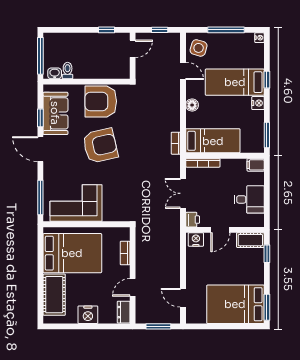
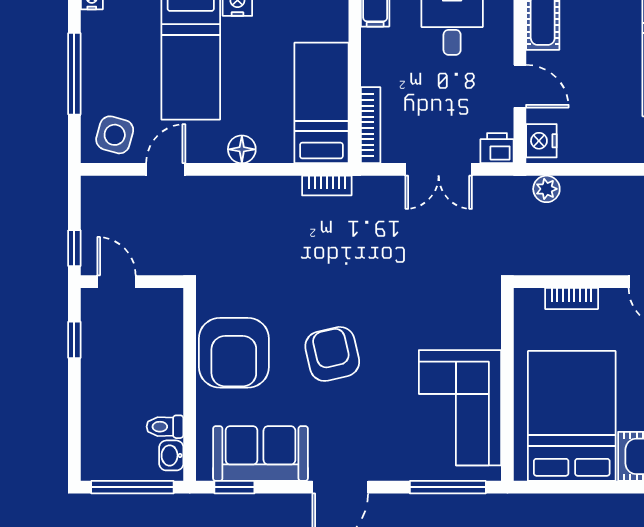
window: (160, 30) -> (74, 248), moved
window: (40, 118) -> (234, 487), moved
armchair: (100, 146) -> (332, 354), width x0.73, depth x0.73
plant: (174, 242) -> (546, 189), added

